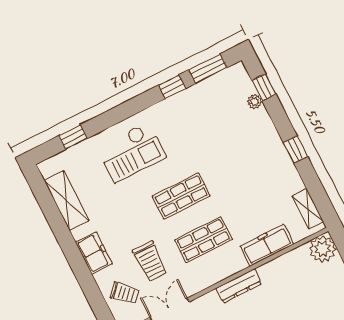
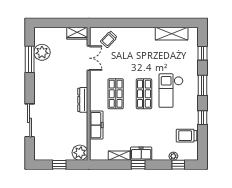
window: (208, 69) -> (203, 85), moved
checkout: (131, 152) -> (171, 91), moved
shelving: (308, 209) -> (119, 156), moved
freezer: (94, 253) -> (141, 154), moved, turned 180
trolley: (150, 261) -> (187, 136), moved

